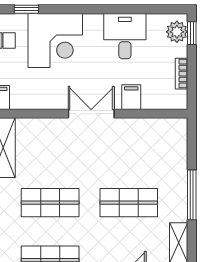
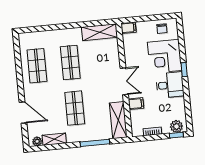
window: (26, 9) -> (184, 70), moved
desk: (125, 36) -> (170, 85), moved
shelving: (157, 130) -> (118, 120), added
window: (192, 195) -> (95, 143), moved

